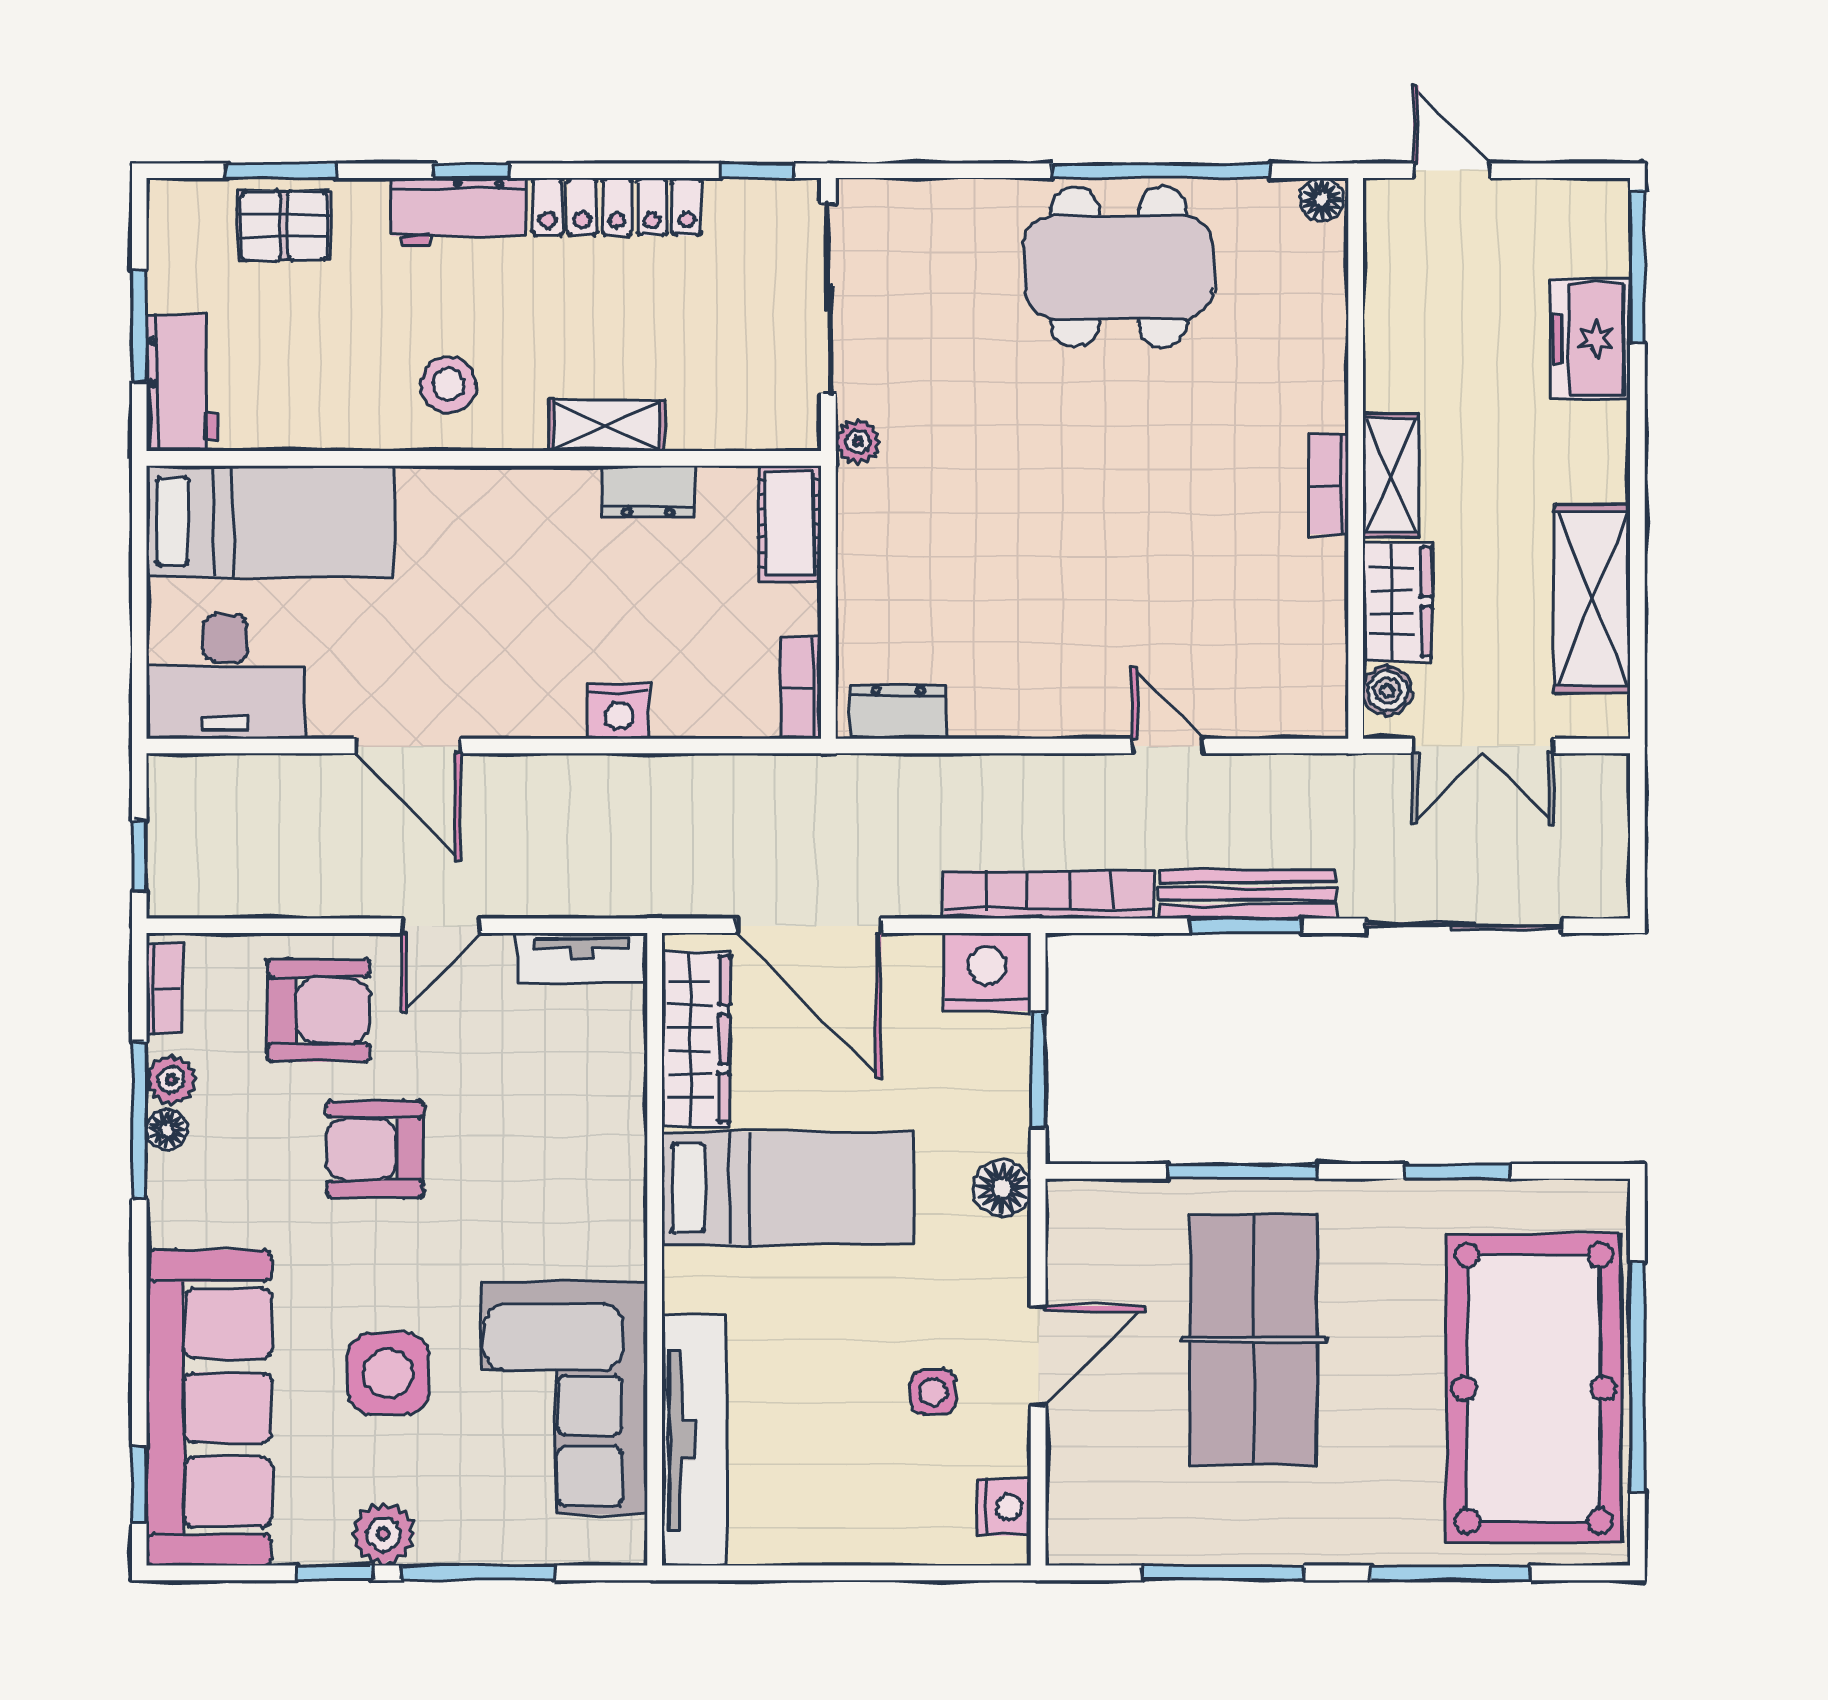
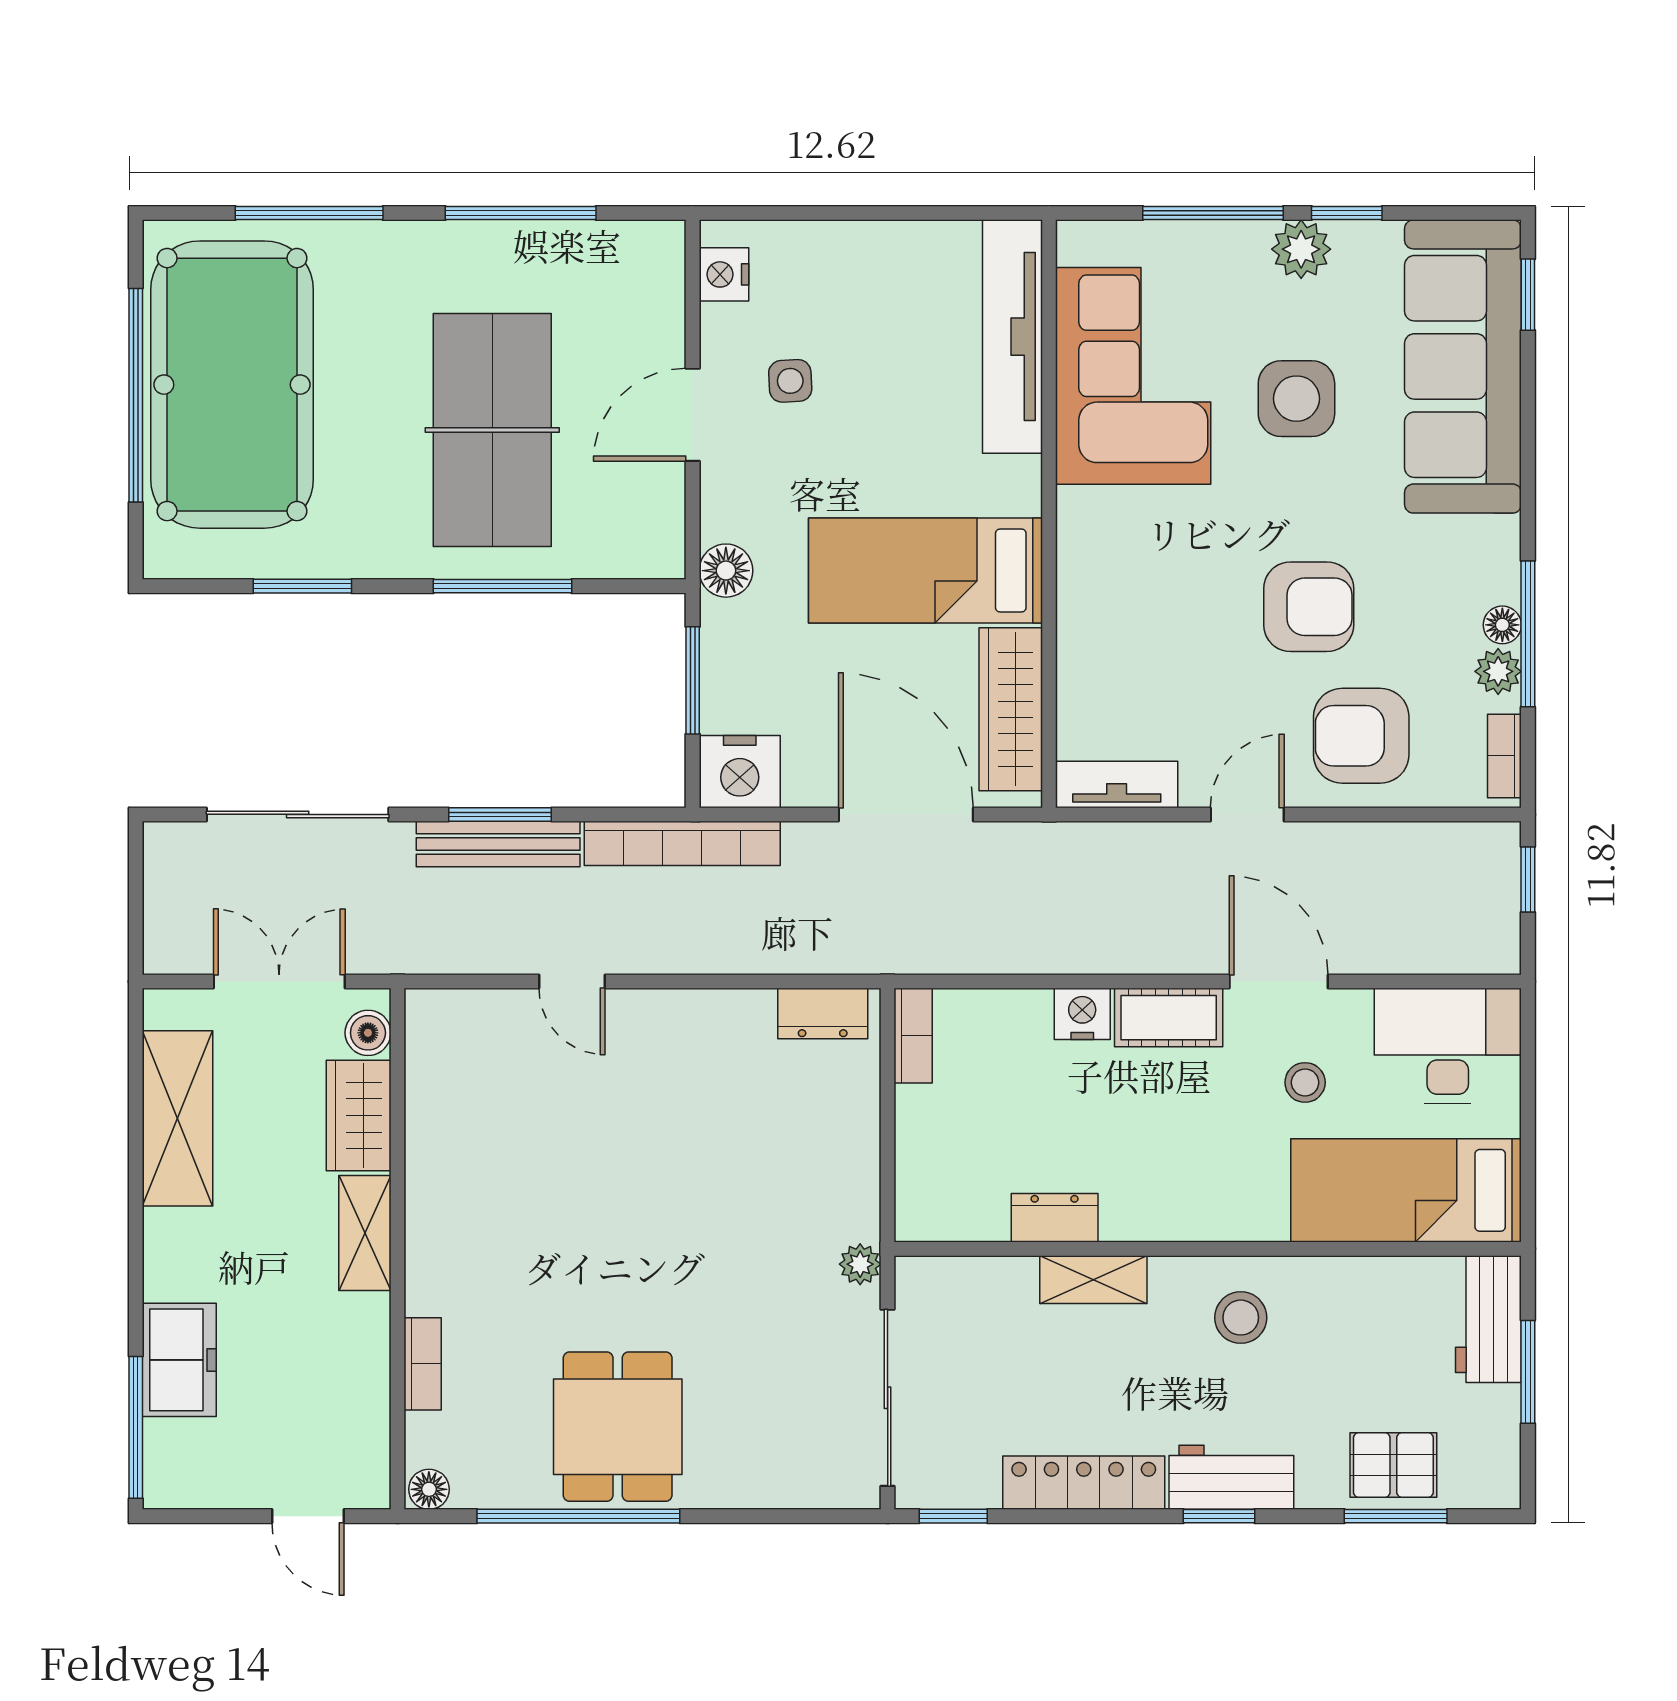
dining table: (1119, 267) -> (618, 1427), width x0.73
bookcase: (1329, 484) -> (423, 1364), moved
cot: (790, 524) -> (1169, 1018), moved, turned 90
stool: (379, 637) -> (1305, 1082), added

